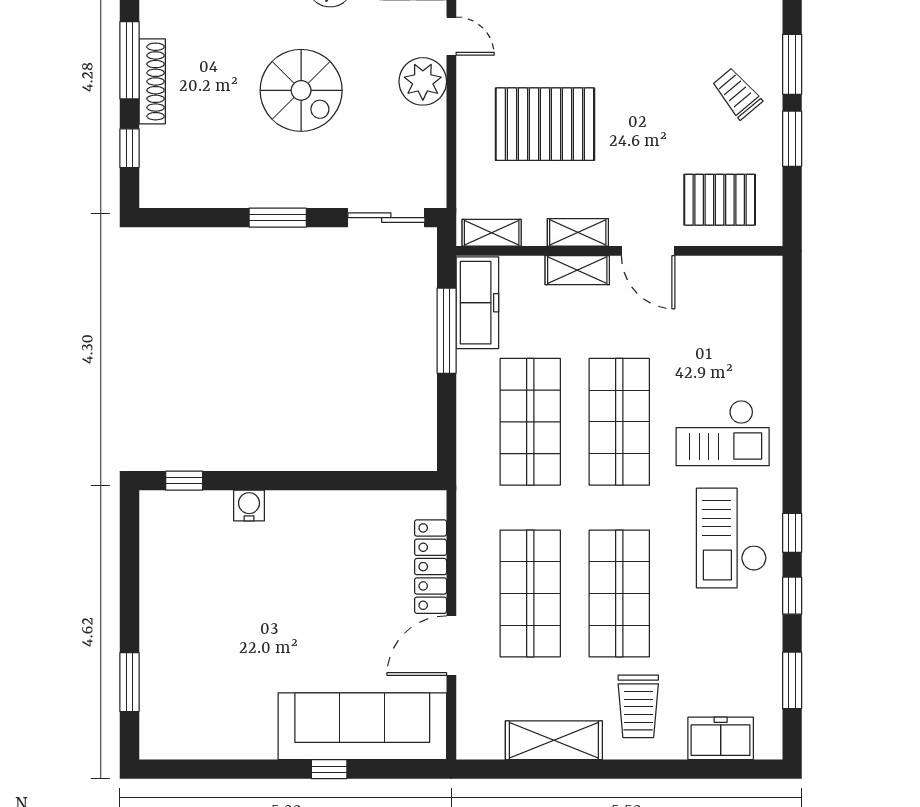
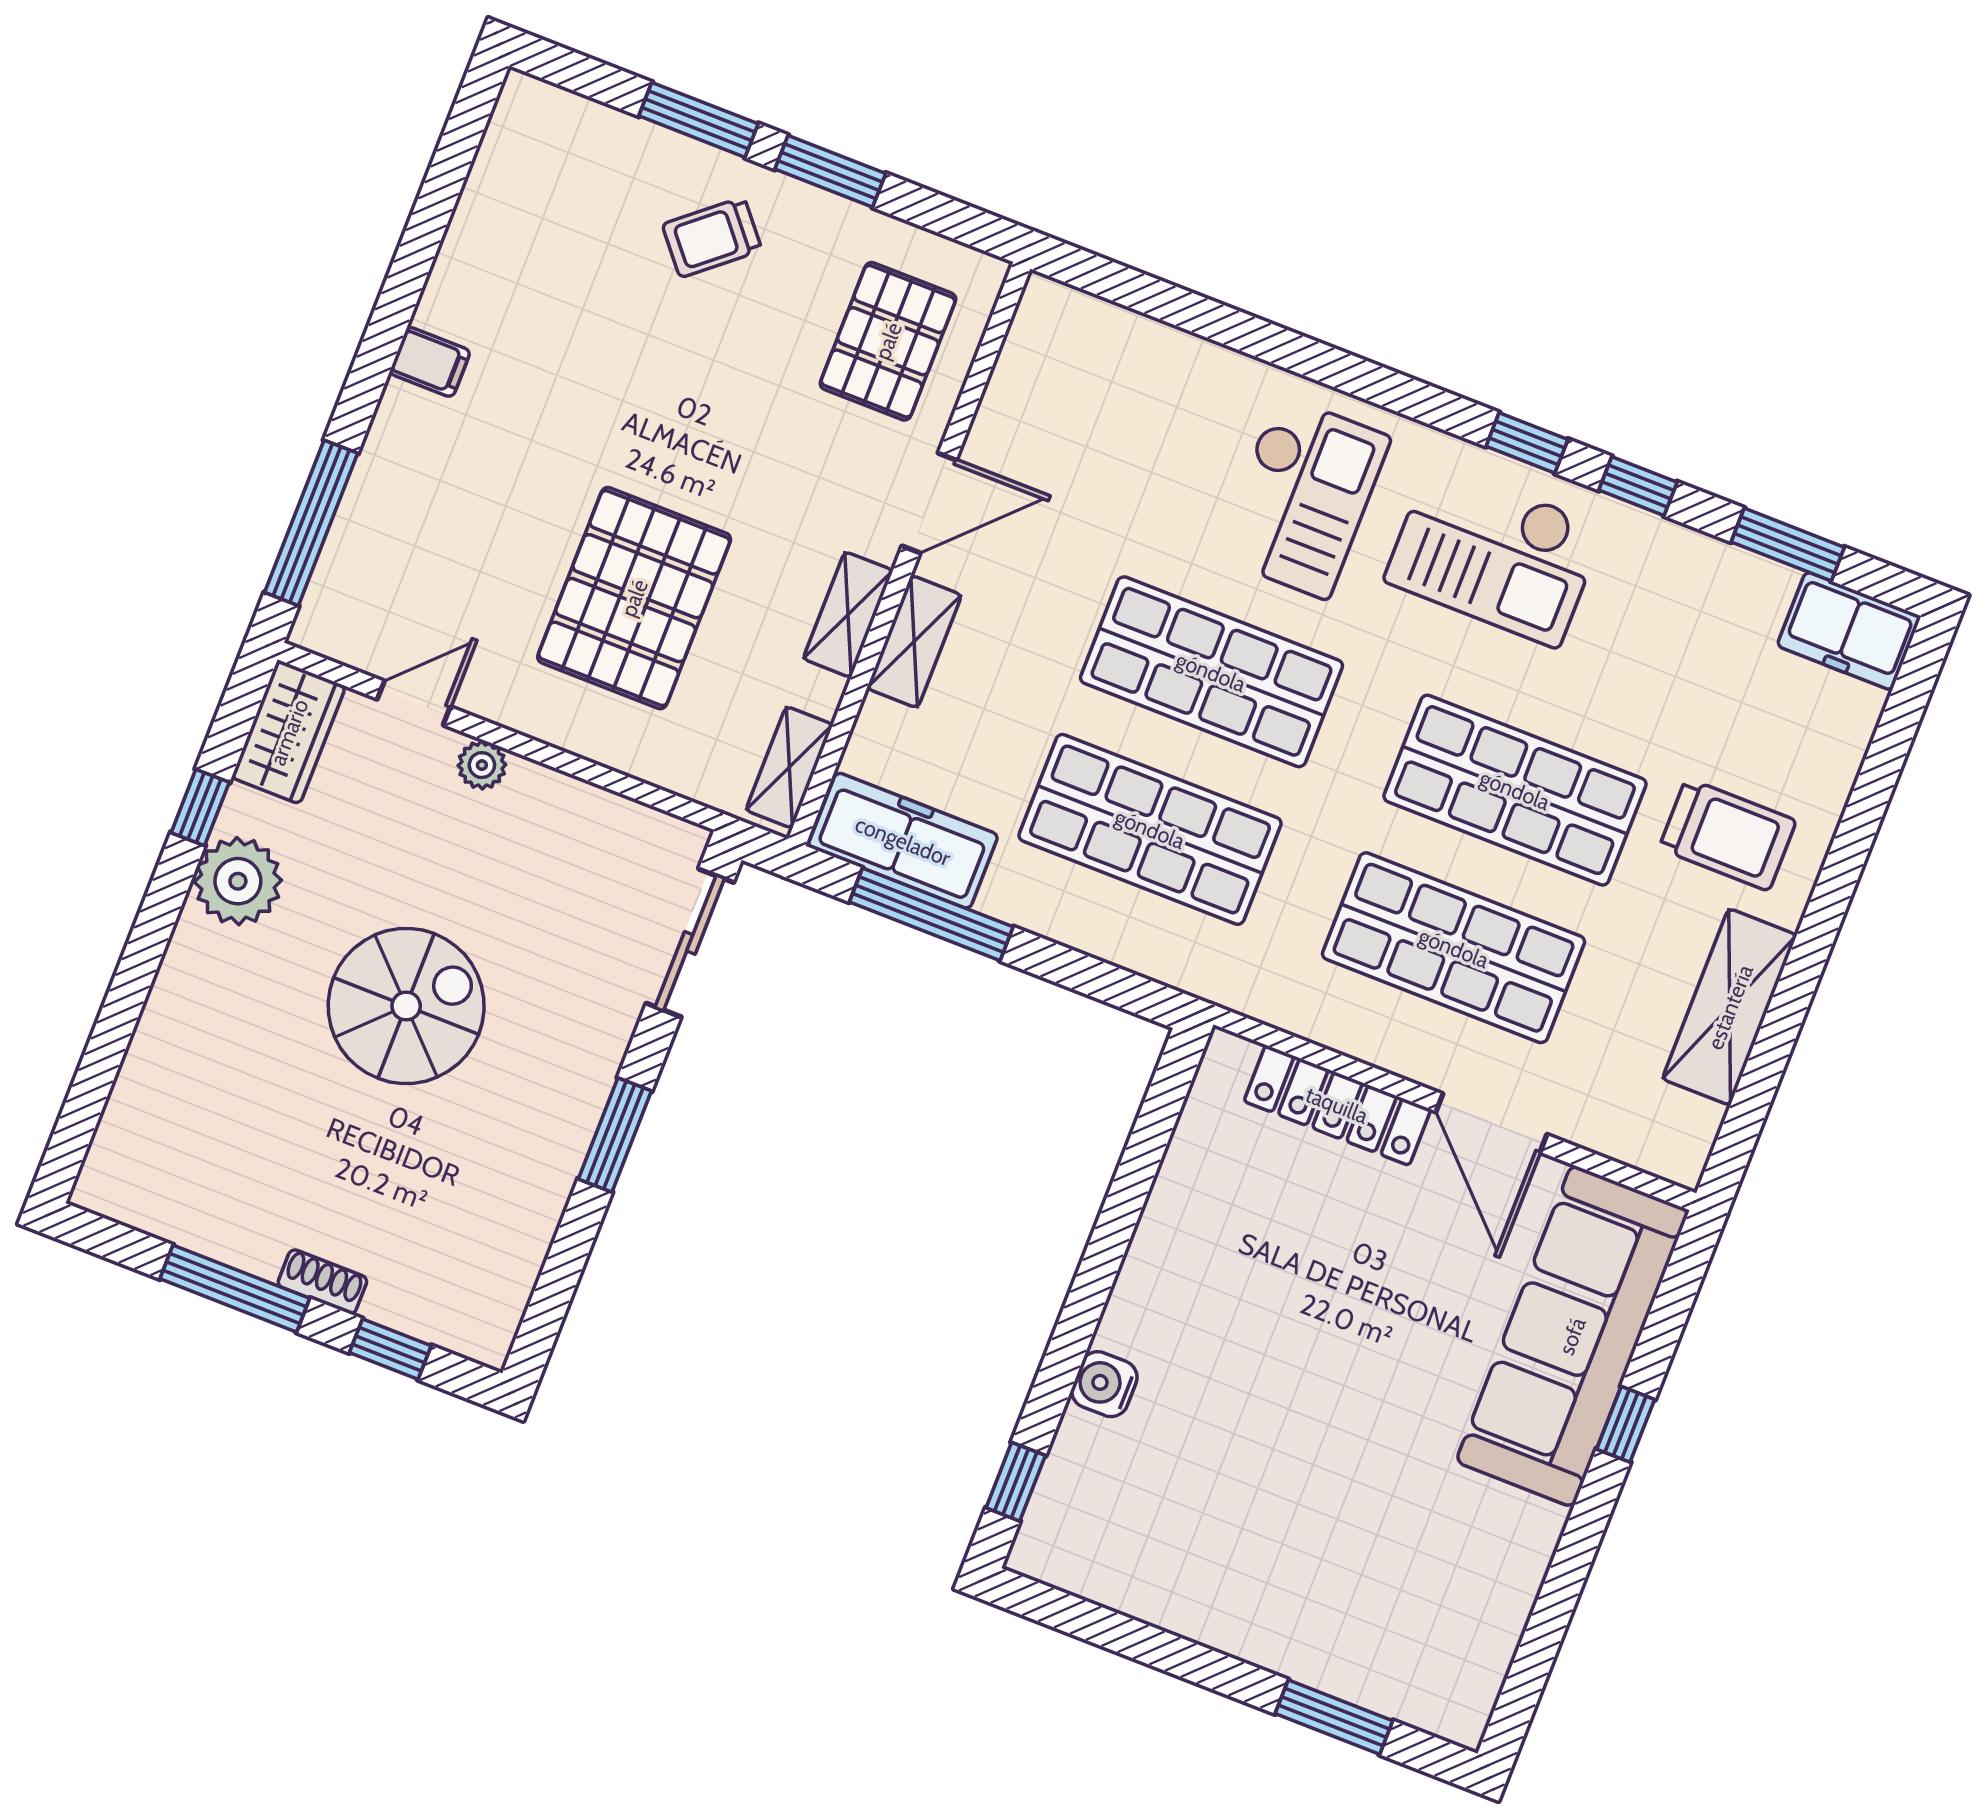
shoe rack: (152, 81) -> (322, 1282), width x0.51, depth x0.81
plant: (423, 81) -> (482, 765), width x0.53, depth x0.53
freezer: (721, 738) -> (1849, 631), moved, turned -90

